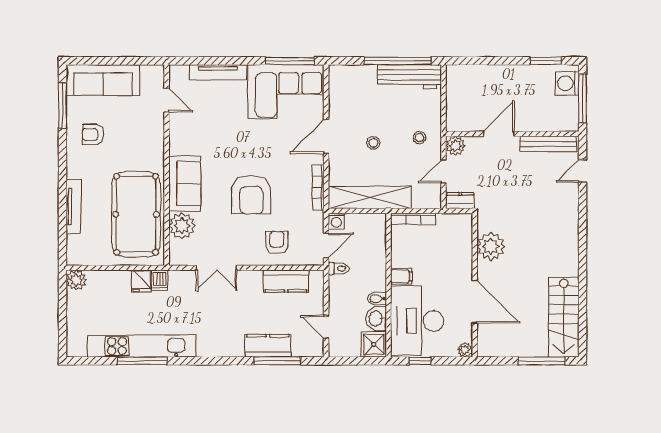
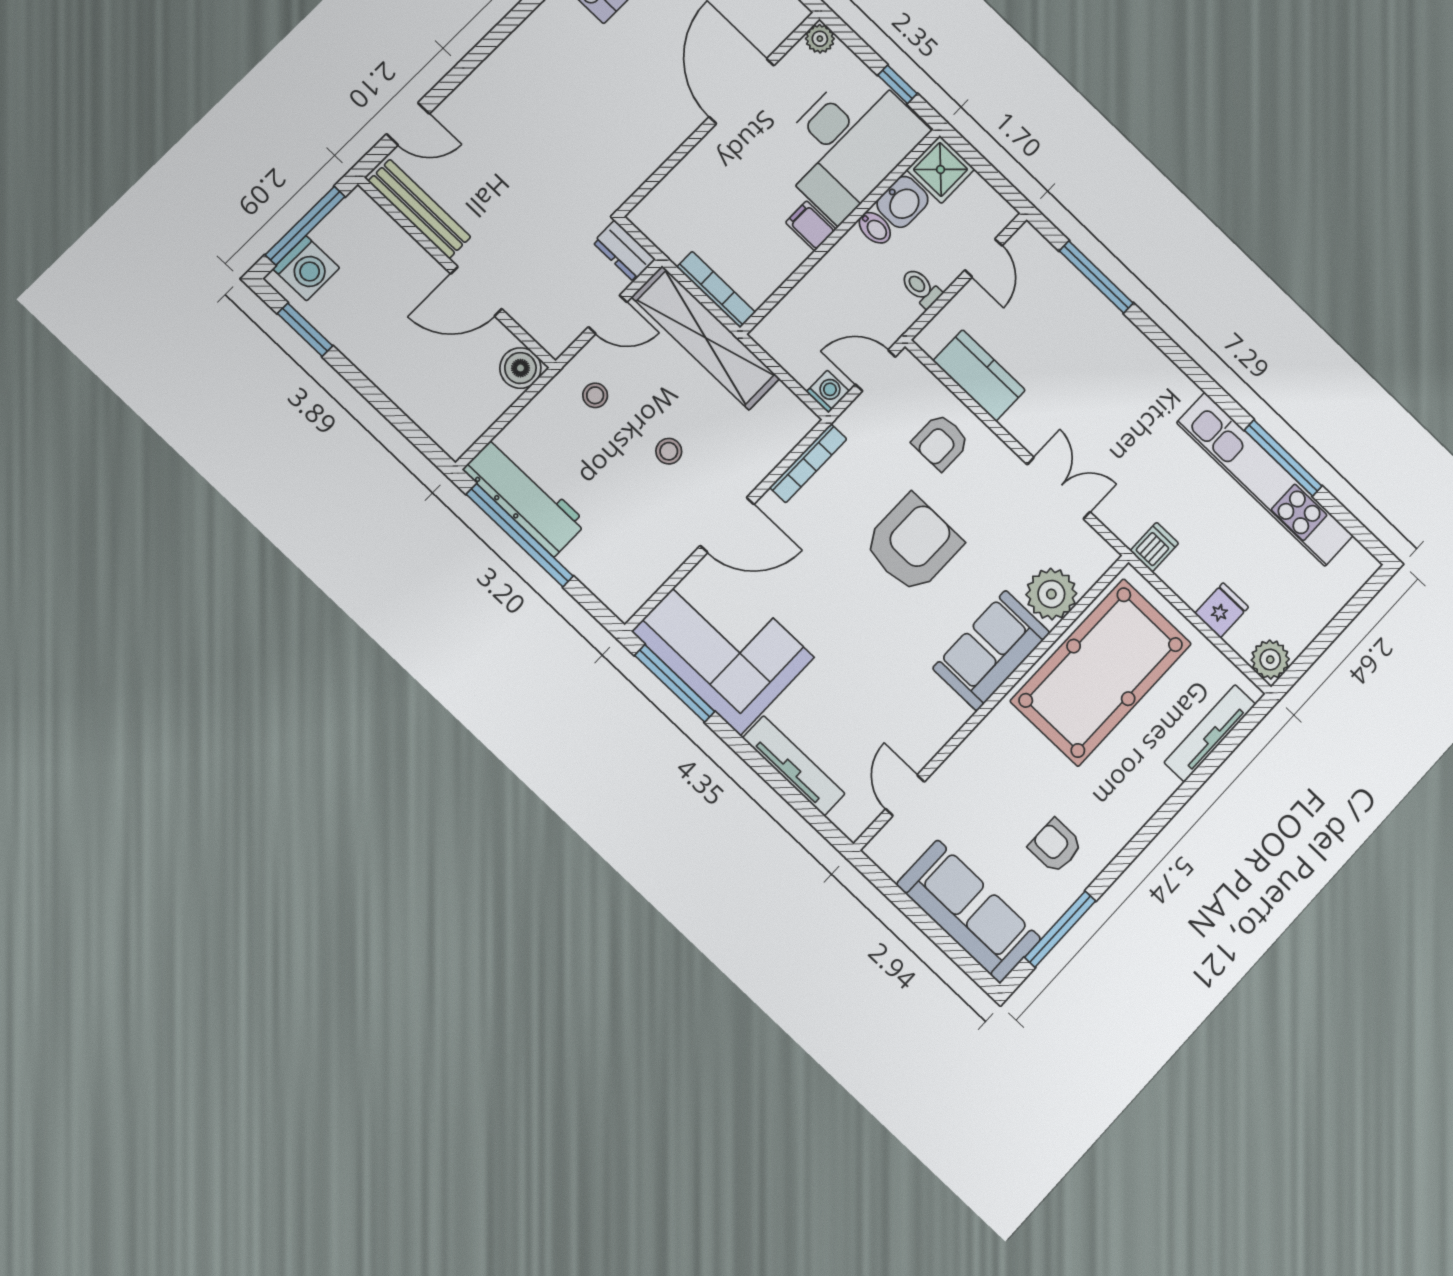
boiler: (456, 121) -> (520, 368), added
armchair: (93, 134) -> (1055, 846), turned 180
plant: (455, 146) -> (555, 334), removed
shelving: (370, 197) -> (706, 338), moved
tv unit: (74, 207) -> (1210, 733), moved
plant: (491, 246) -> (644, 145), removed
toilet: (339, 269) -> (921, 288), moved
fridge: (141, 281) -> (1222, 610), moved
kitchen counter: (268, 346) -> (1090, 310), removed

